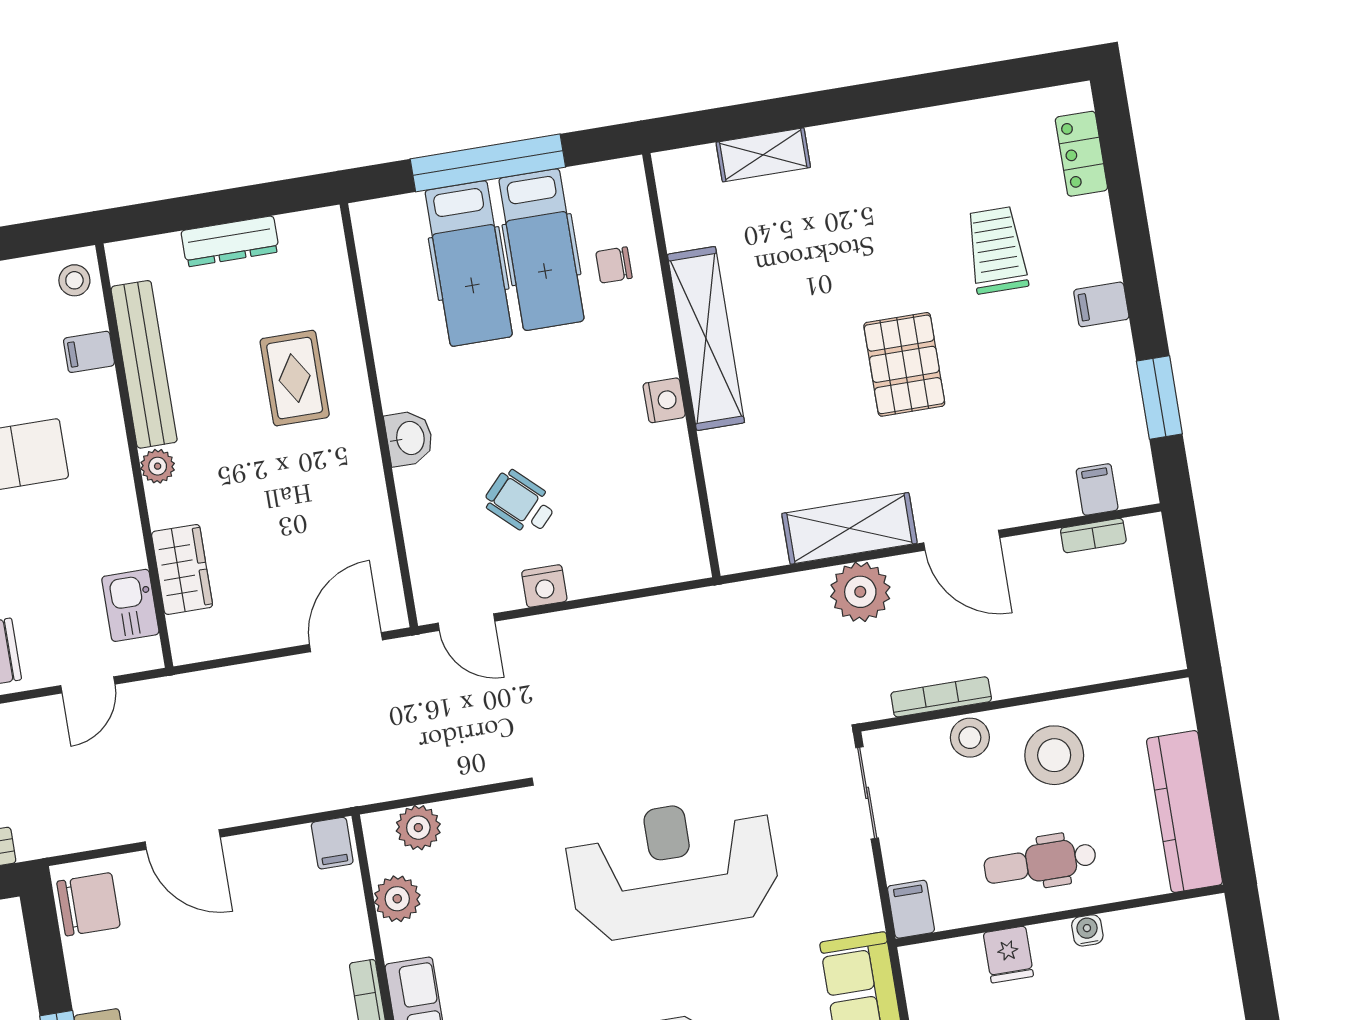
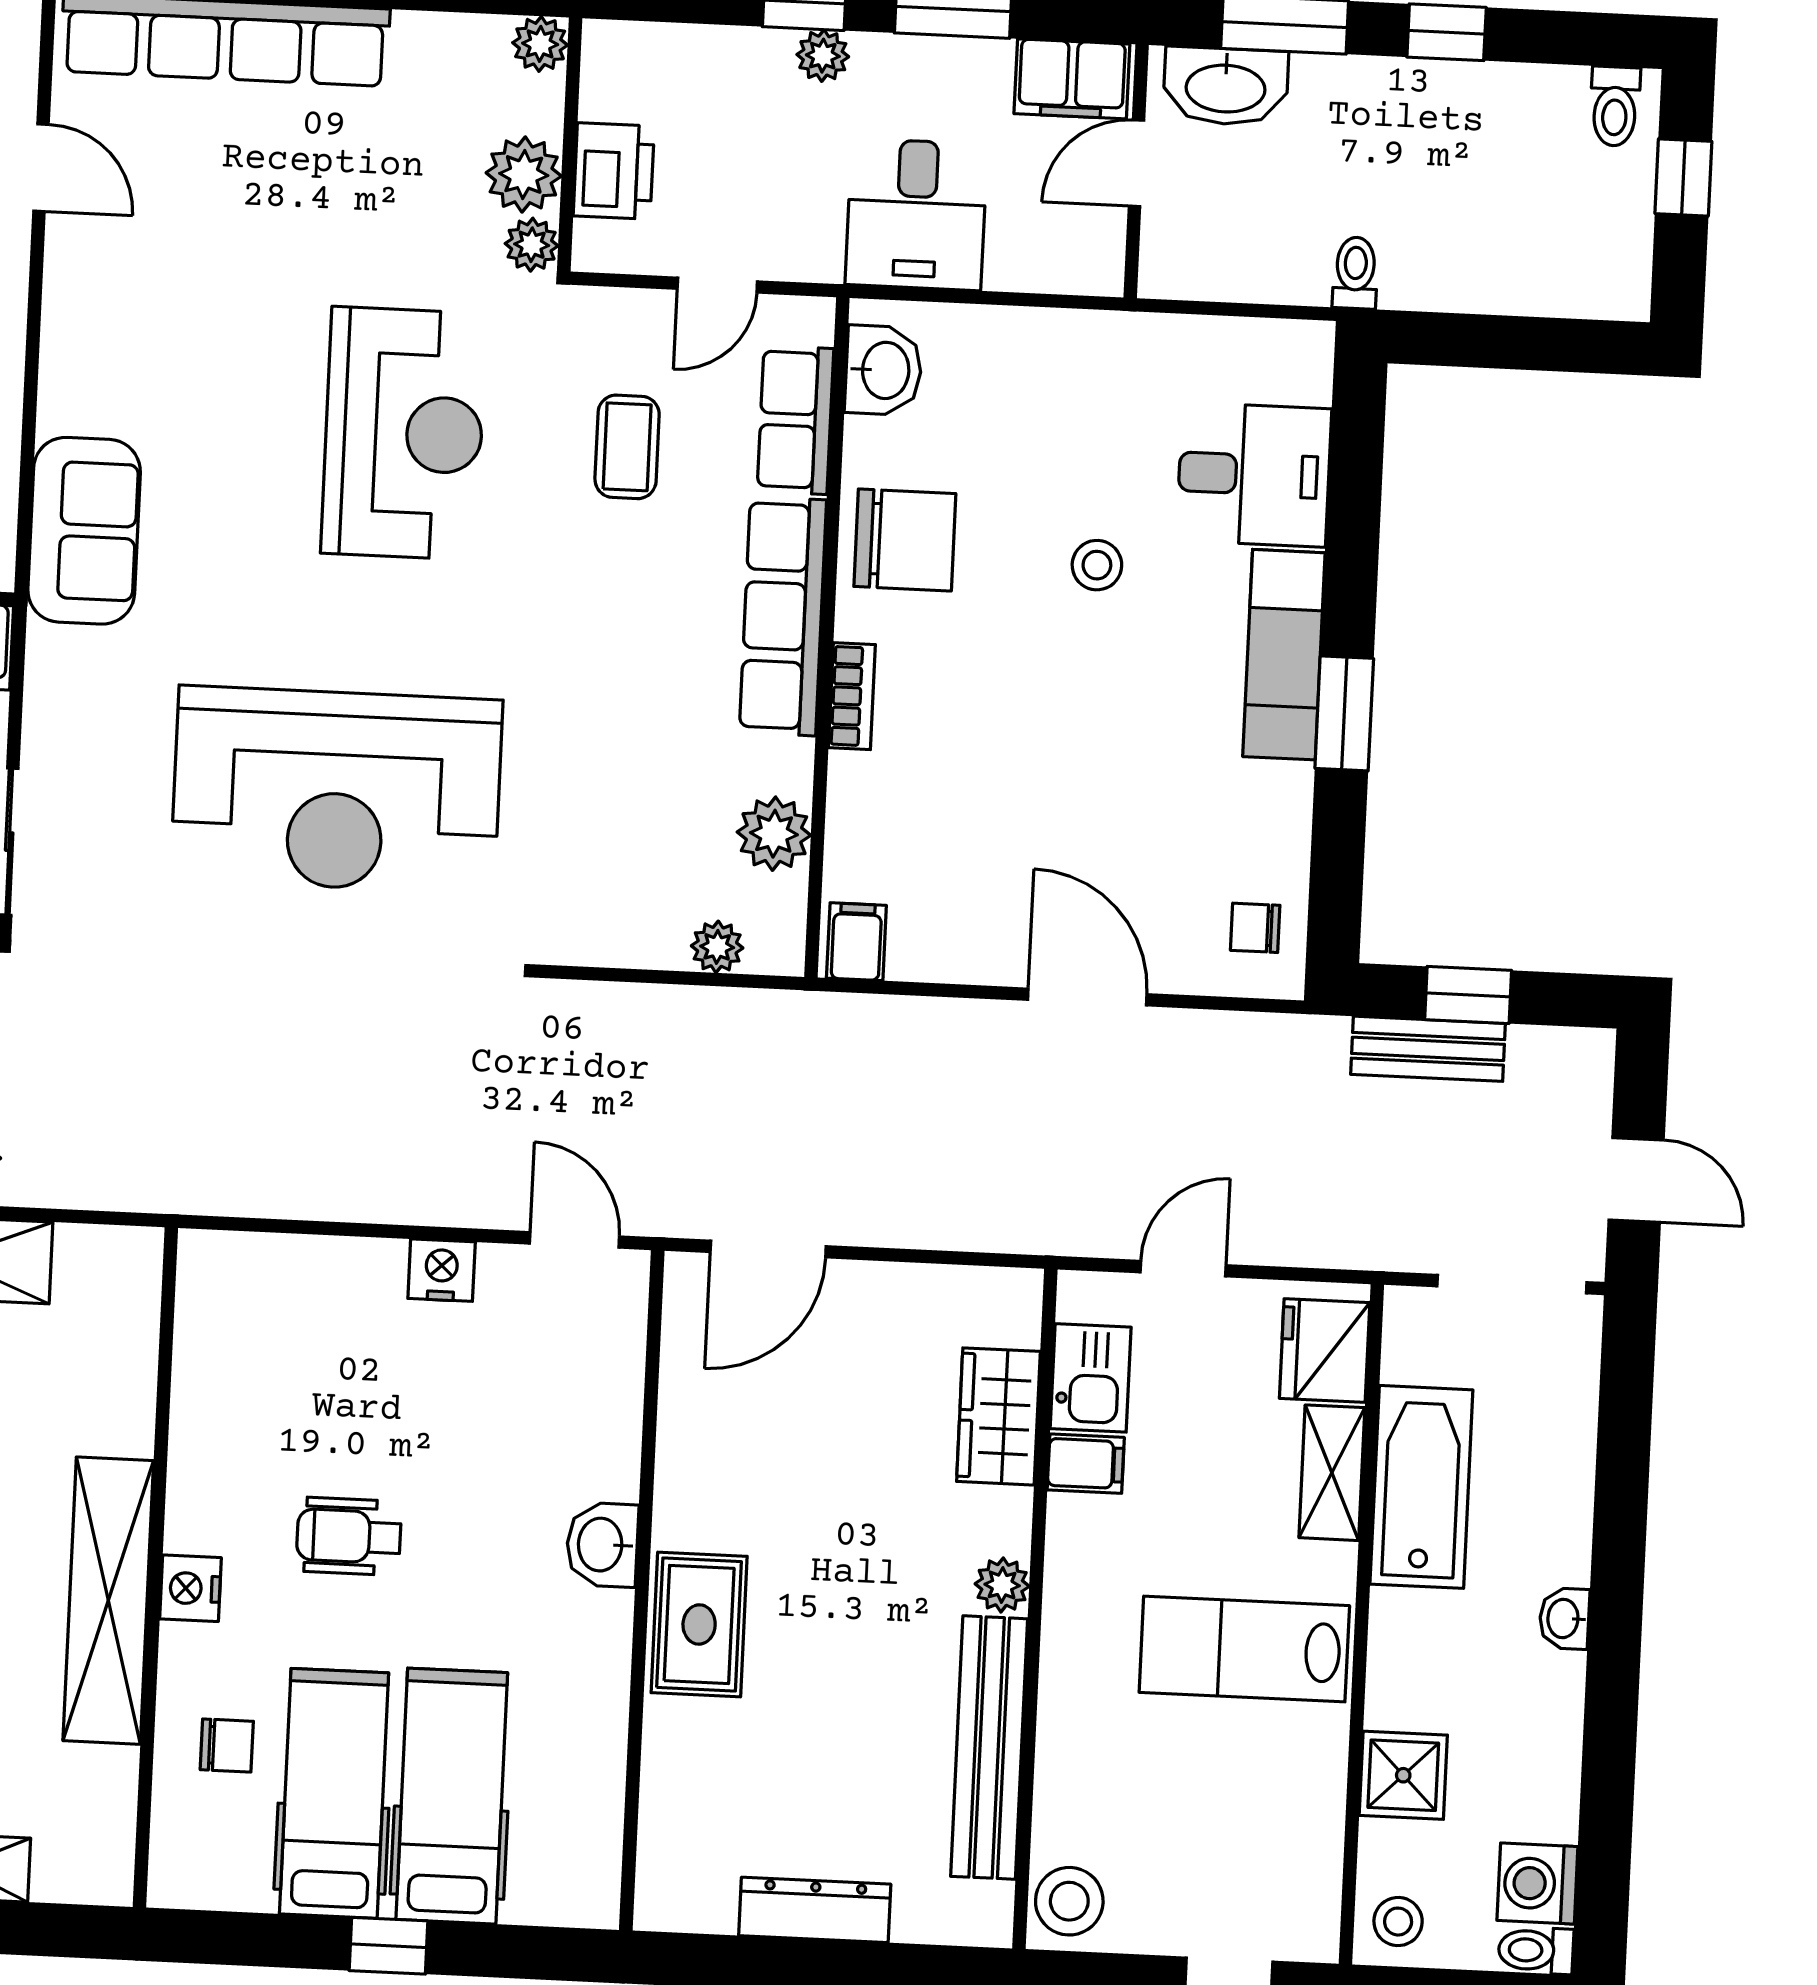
window: (488, 163) -> (388, 1946), width x0.32
stool: (74, 280) -> (1069, 1901), width x1.37, depth x1.37
filing cabinet: (89, 352) -> (1086, 1464), moved
rug: (295, 378) -> (699, 1624), moved
nightstand: (664, 400) -> (190, 1588), moved
wheelchair: (520, 503) -> (349, 1536), moved, turned 137
plant: (418, 828) -> (717, 947), width x0.73, depth x0.73
chair: (88, 904) -> (1255, 928), width x0.54, depth x0.54

